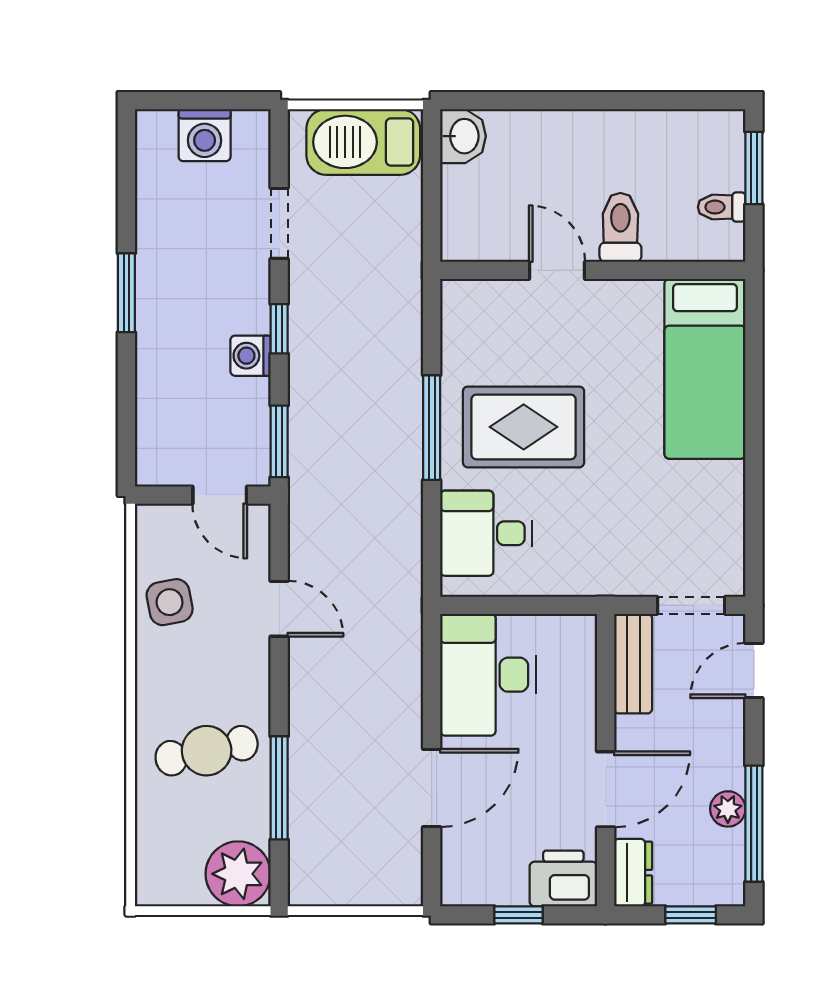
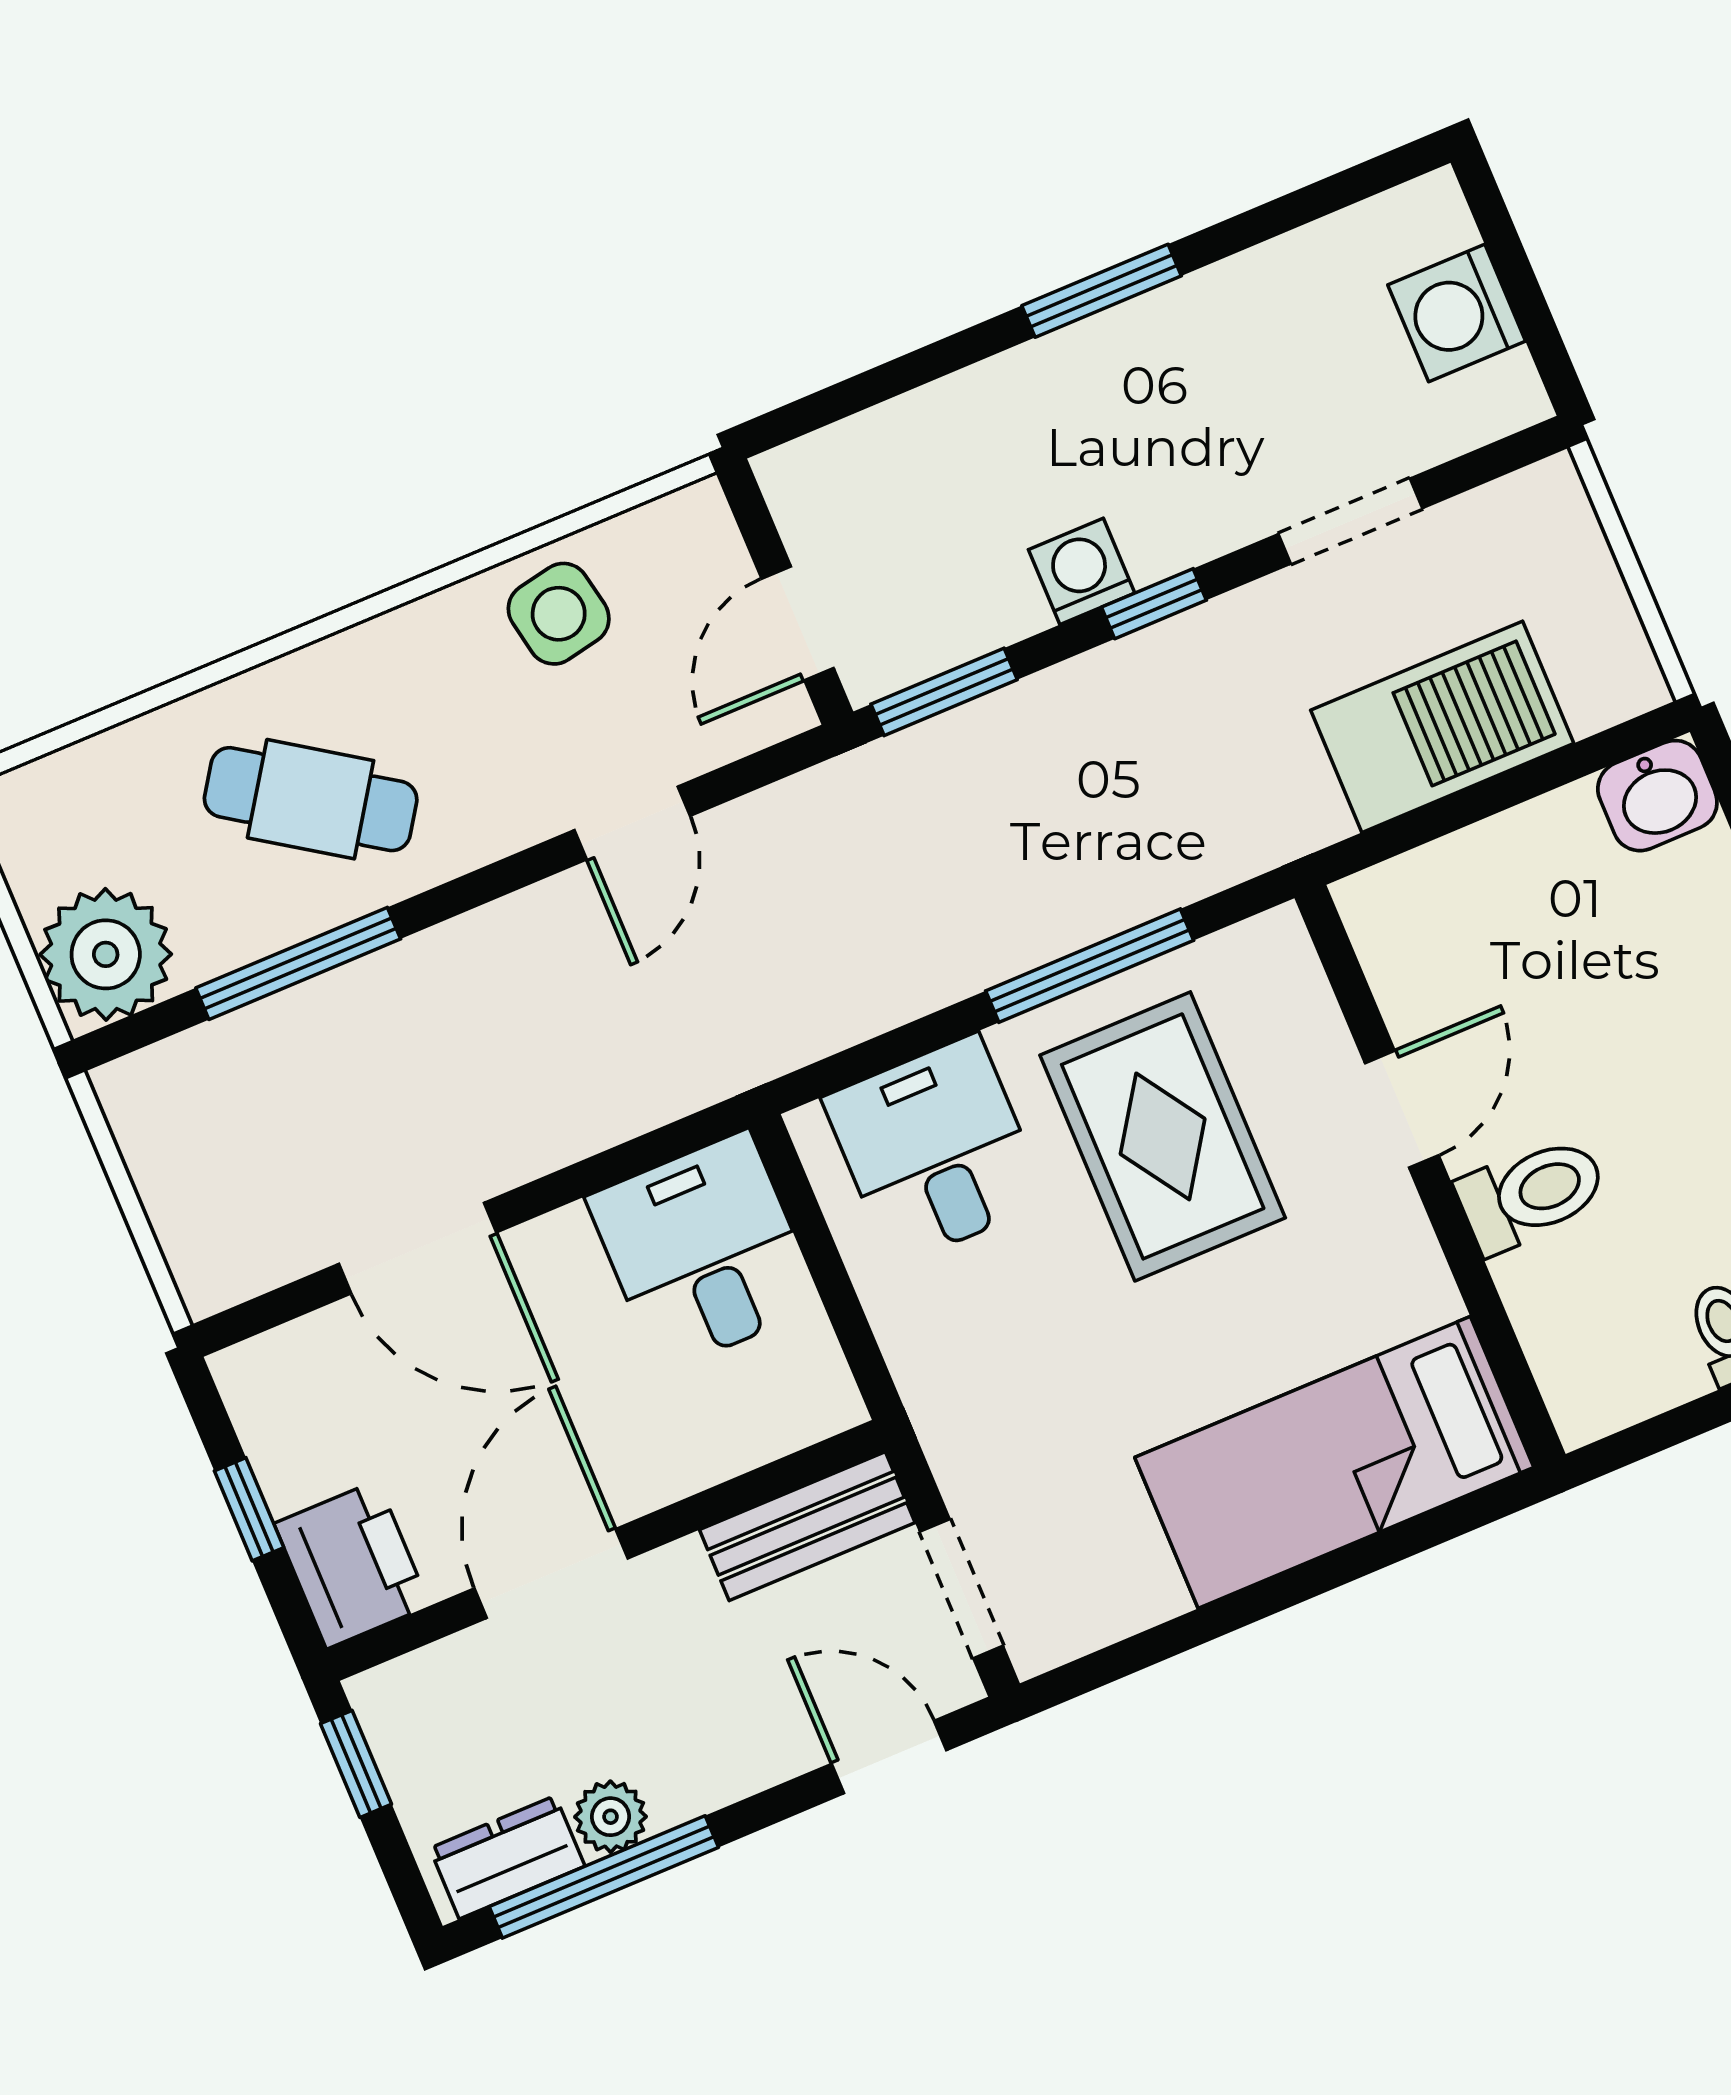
barbecue: (363, 142) -> (1442, 727), moved, turned 90
toilet: (620, 227) -> (1532, 1194), moved
door: (557, 270) -> (1402, 1109), moved
wall: (593, 270) -> (1430, 1176), moved
bed: (705, 369) -> (1334, 1462), moved
desk: (488, 675) -> (704, 1251), width x0.73
cafe table: (207, 751) -> (311, 799), turned -44
door: (606, 789) -> (551, 1573), swing flipped
dresser: (633, 873) -> (507, 1857), moved, turned 180
window: (691, 915) -> (356, 1764), moved

